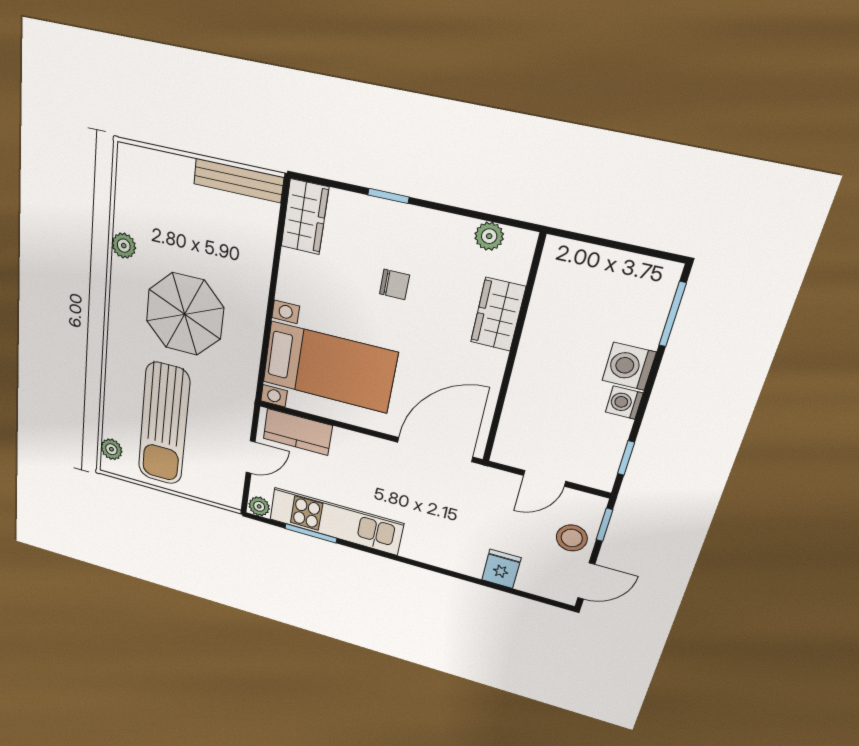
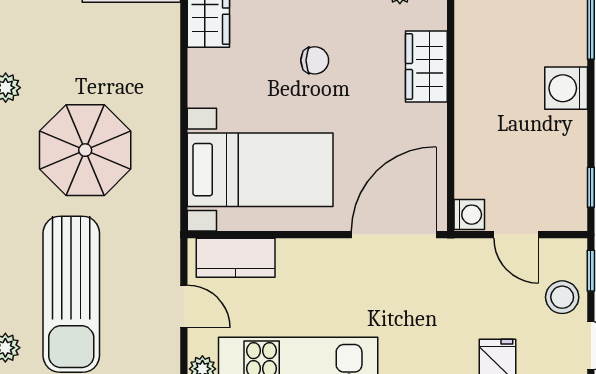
washing machine: (624, 403) -> (469, 215), moved, turned 180
door: (251, 457) -> (184, 306), hinge flipped
door: (544, 478) -> (516, 235), hinge flipped

